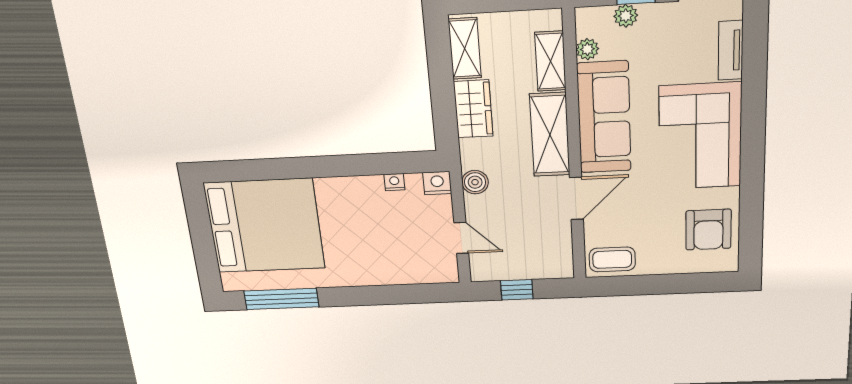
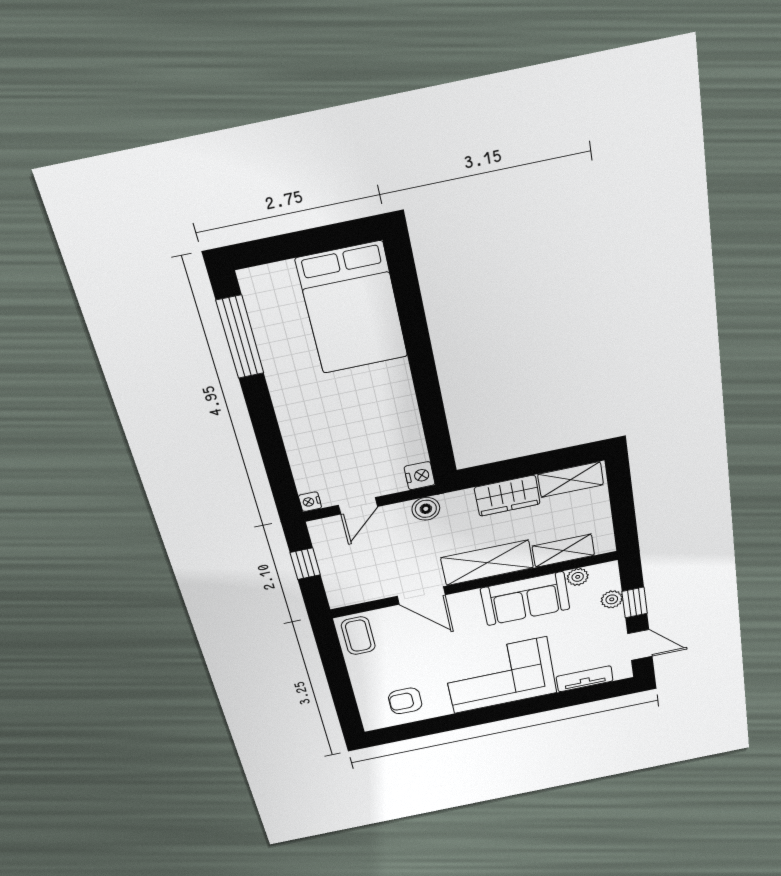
sofa: (604, 118) -> (525, 599), width x0.73
nightstand: (394, 182) -> (310, 502), moved, turned 180
bed: (265, 226) -> (352, 308), width x0.73
armchair: (708, 230) -> (405, 701), width x0.72, depth x0.72

